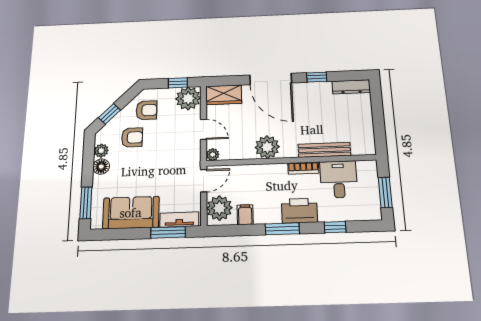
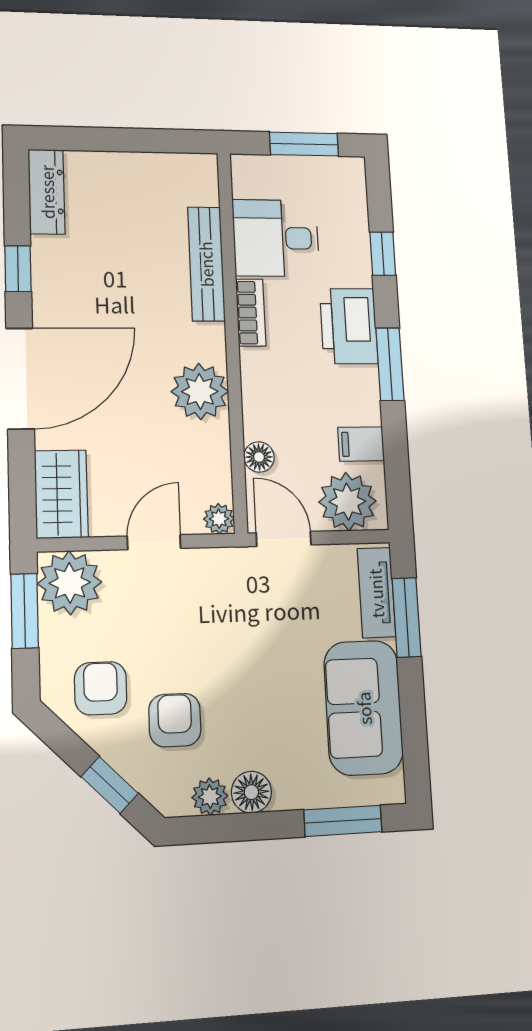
window: (178, 83) -> (25, 611), width x1.50
floor lamp: (239, 171) -> (259, 457), added

